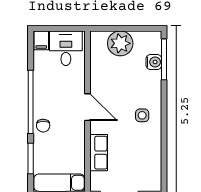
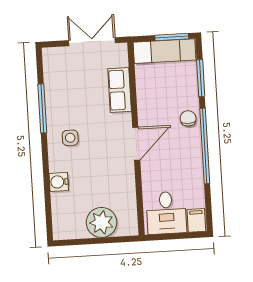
window: (164, 59) -> (42, 108), moved
water cooler: (154, 62) -> (59, 182), moved
door: (88, 107) -> (136, 144), swing flipped

